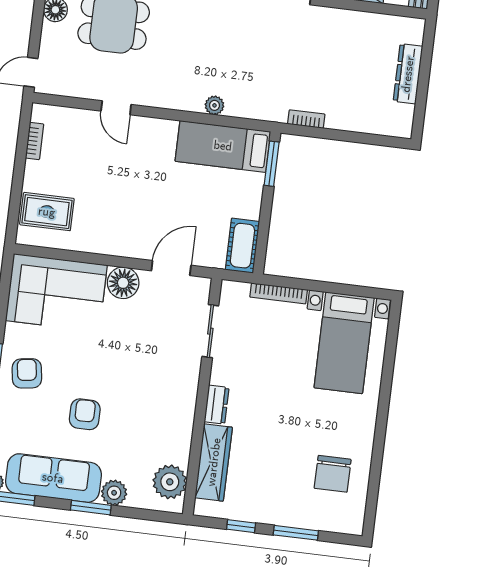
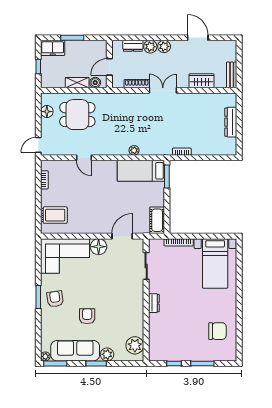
wardrobe: (214, 462) -> (156, 333), removed
chair: (333, 474) -> (217, 331), turned -90

